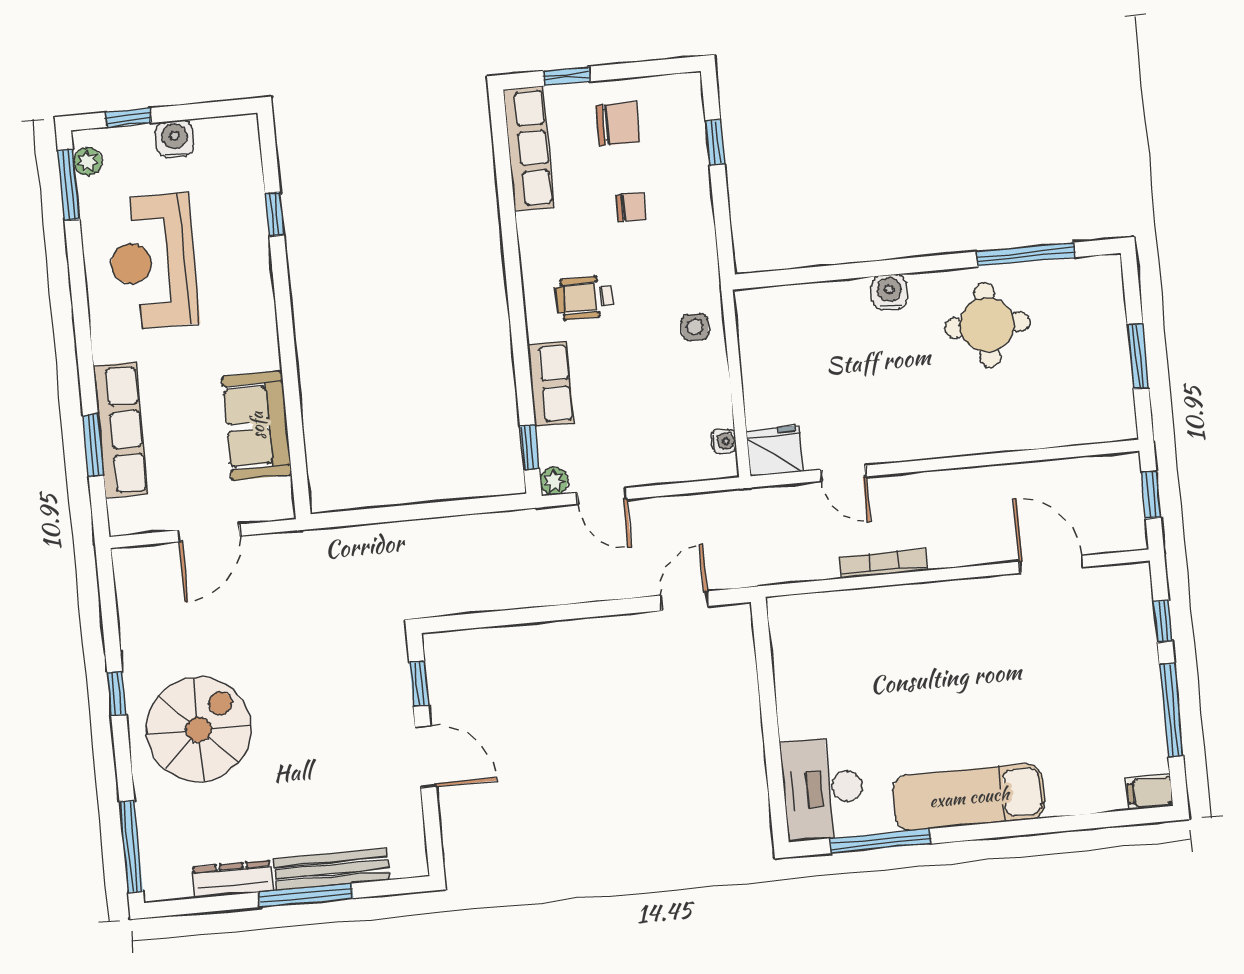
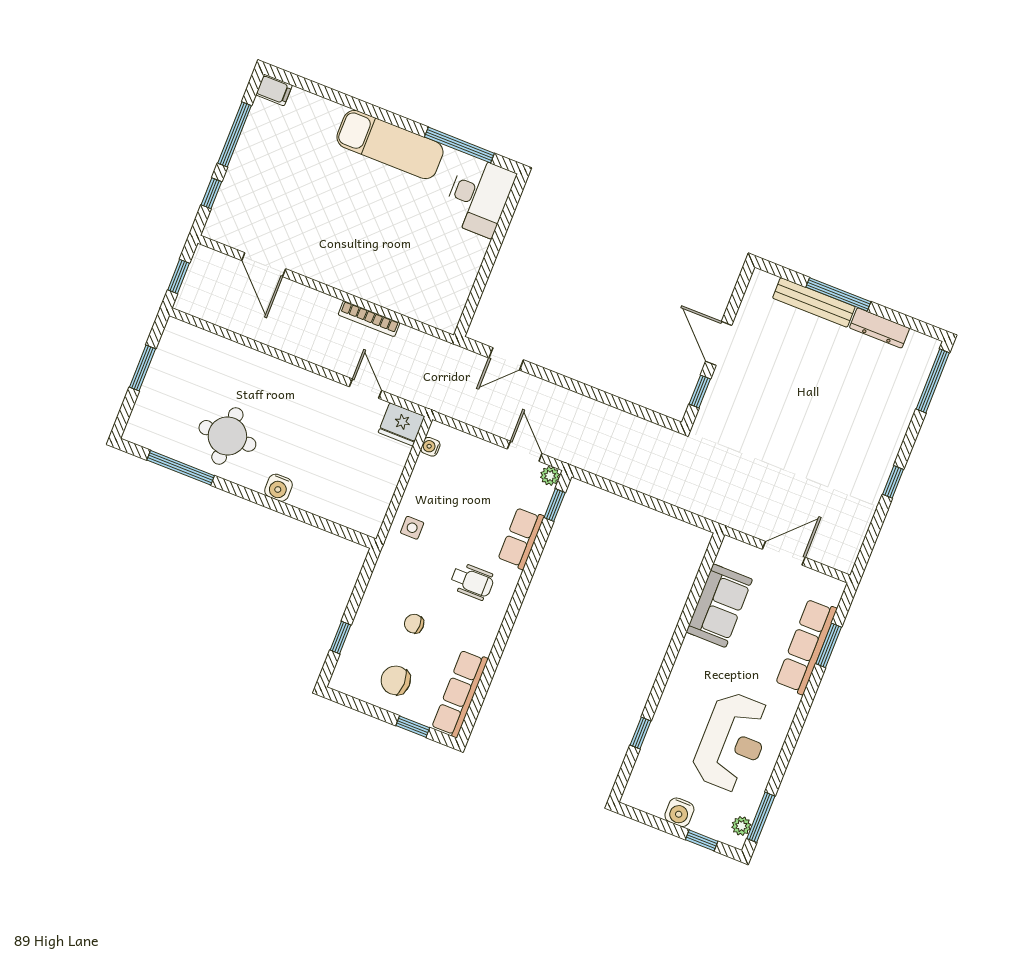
spiral stairs: (199, 729) -> (853, 433), removed

